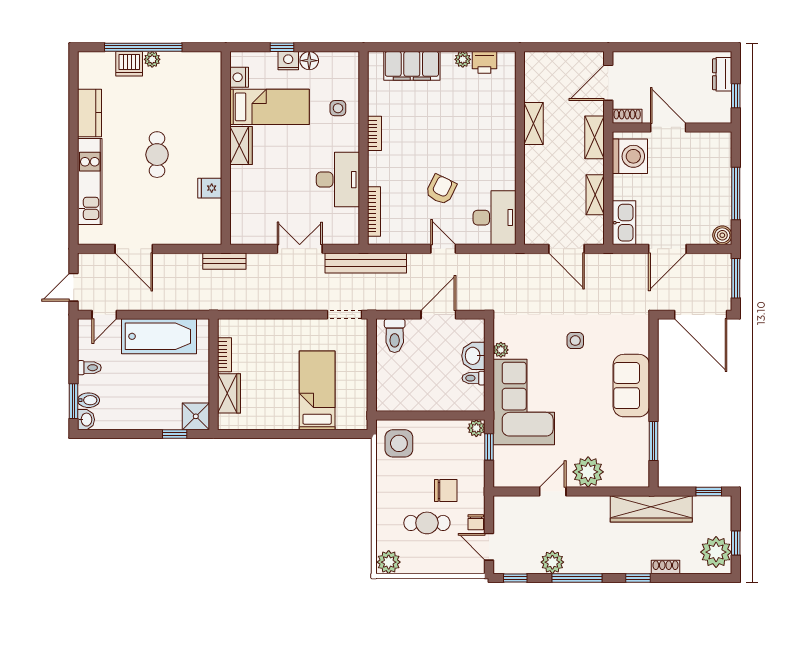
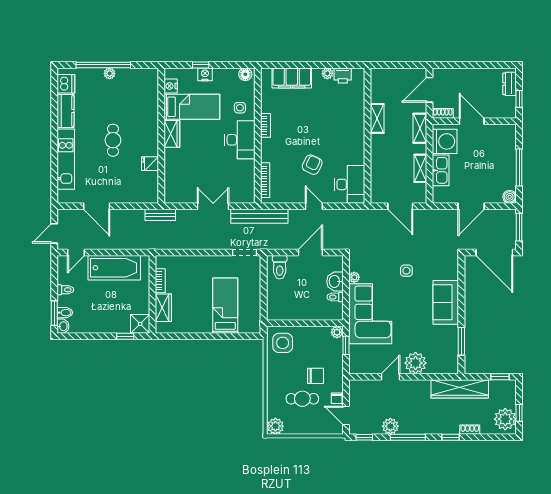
floor lamp: (309, 61) -> (245, 74), moved
dishwasher: (129, 64) -> (66, 84), moved, turned -90
desk: (338, 180) -> (240, 140), moved
kitchen sink: (624, 223) -> (441, 170), moved

